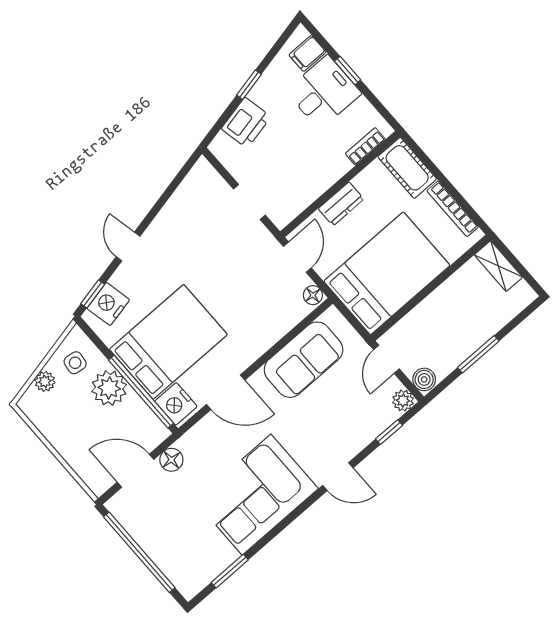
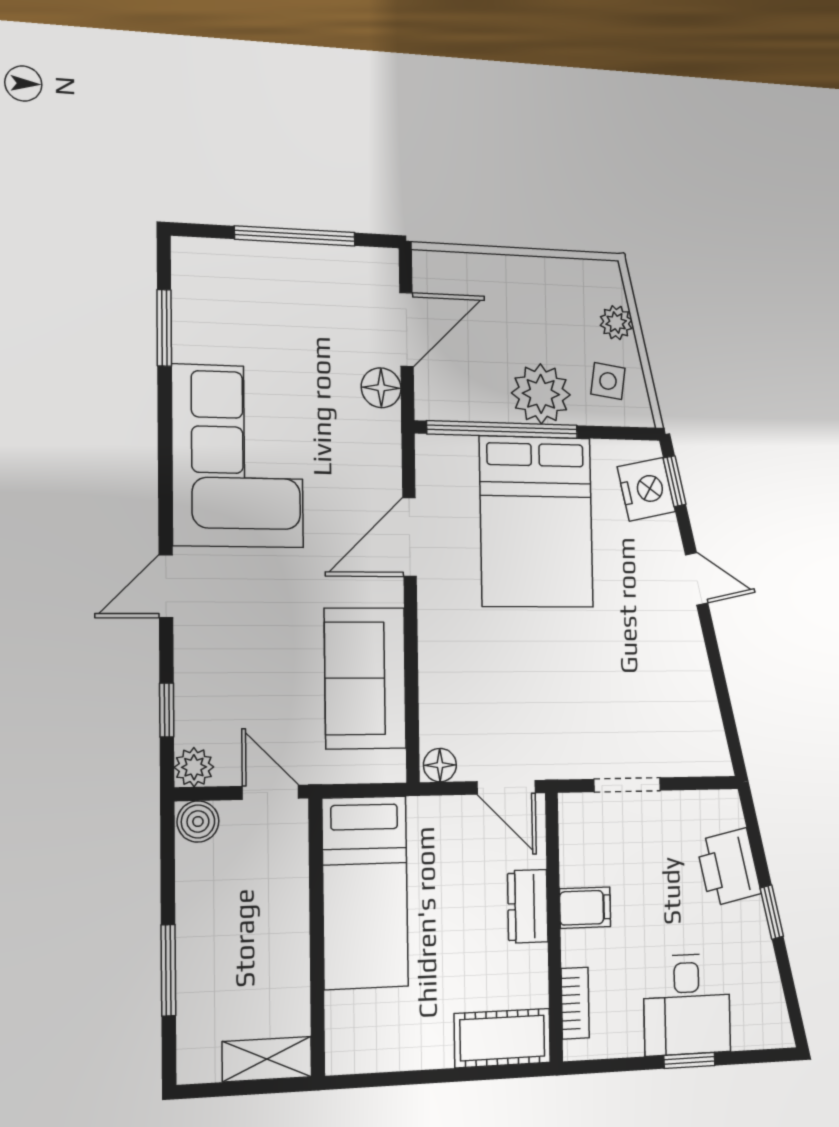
filing cabinet: (307, 53) -> (585, 908), moved, turned 90
bookcase: (453, 209) -> (398, 1057), removed
bed: (387, 273) -> (365, 892), width x0.67
window: (478, 354) -> (168, 970), moved
nightstand: (176, 404) -> (449, 460), removed
window: (139, 552) -> (295, 236), width x0.68

